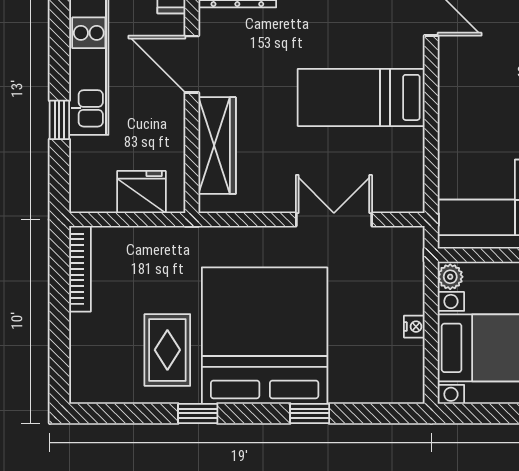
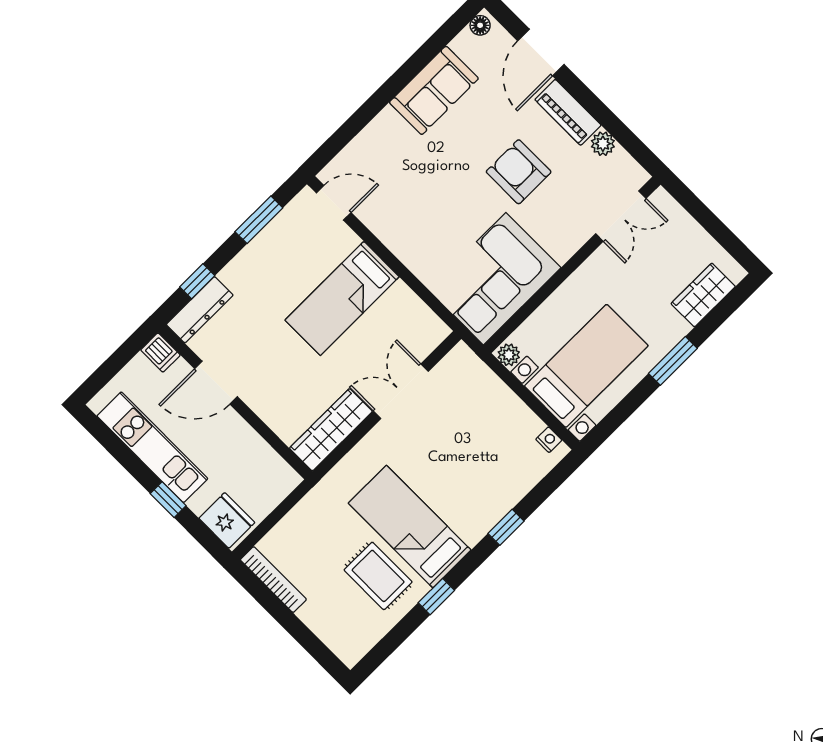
wardrobe: (217, 146) -> (331, 430), moved, turned -90
fridge: (141, 192) -> (227, 520), moved, turned 90
nightstand: (414, 327) -> (549, 440), moved
bed: (265, 336) -> (410, 527), width x0.49

